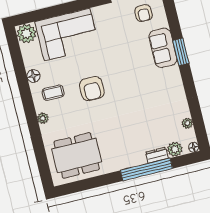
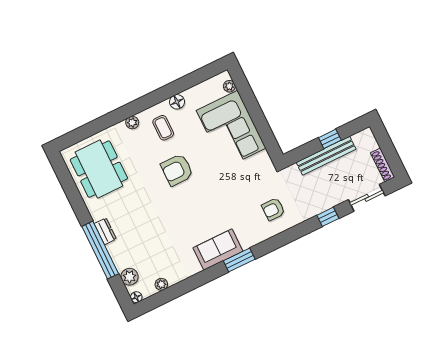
plant: (26, 34) -> (229, 86), width x0.53, depth x0.53
sofa: (163, 48) -> (218, 250), moved
dresser: (157, 155) -> (105, 231), moved

